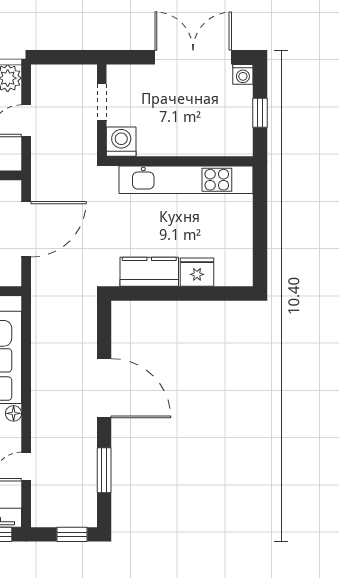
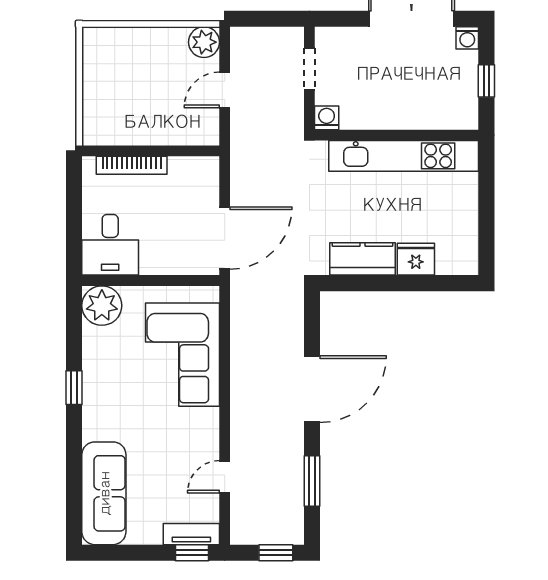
washing machine: (121, 142) -> (327, 118), width x0.73, depth x0.73
door: (26, 229) -> (225, 238), moved
door: (104, 388) -> (312, 389), hinge flipped
floor lamp: (14, 413) -> (211, 417), removed

